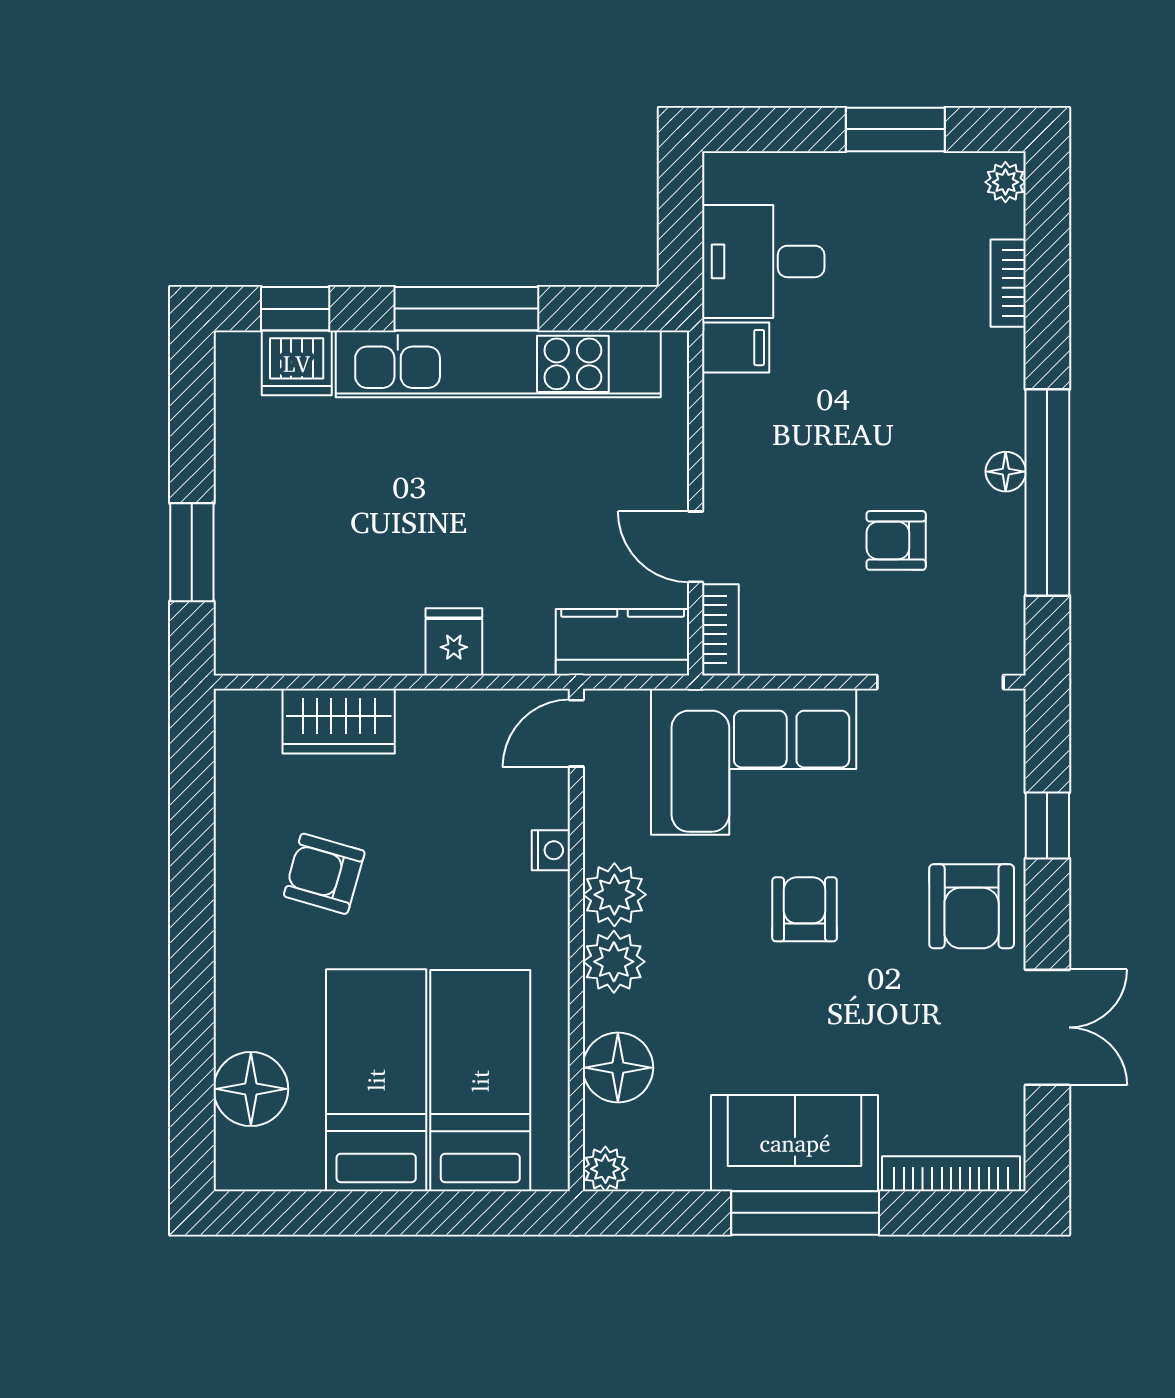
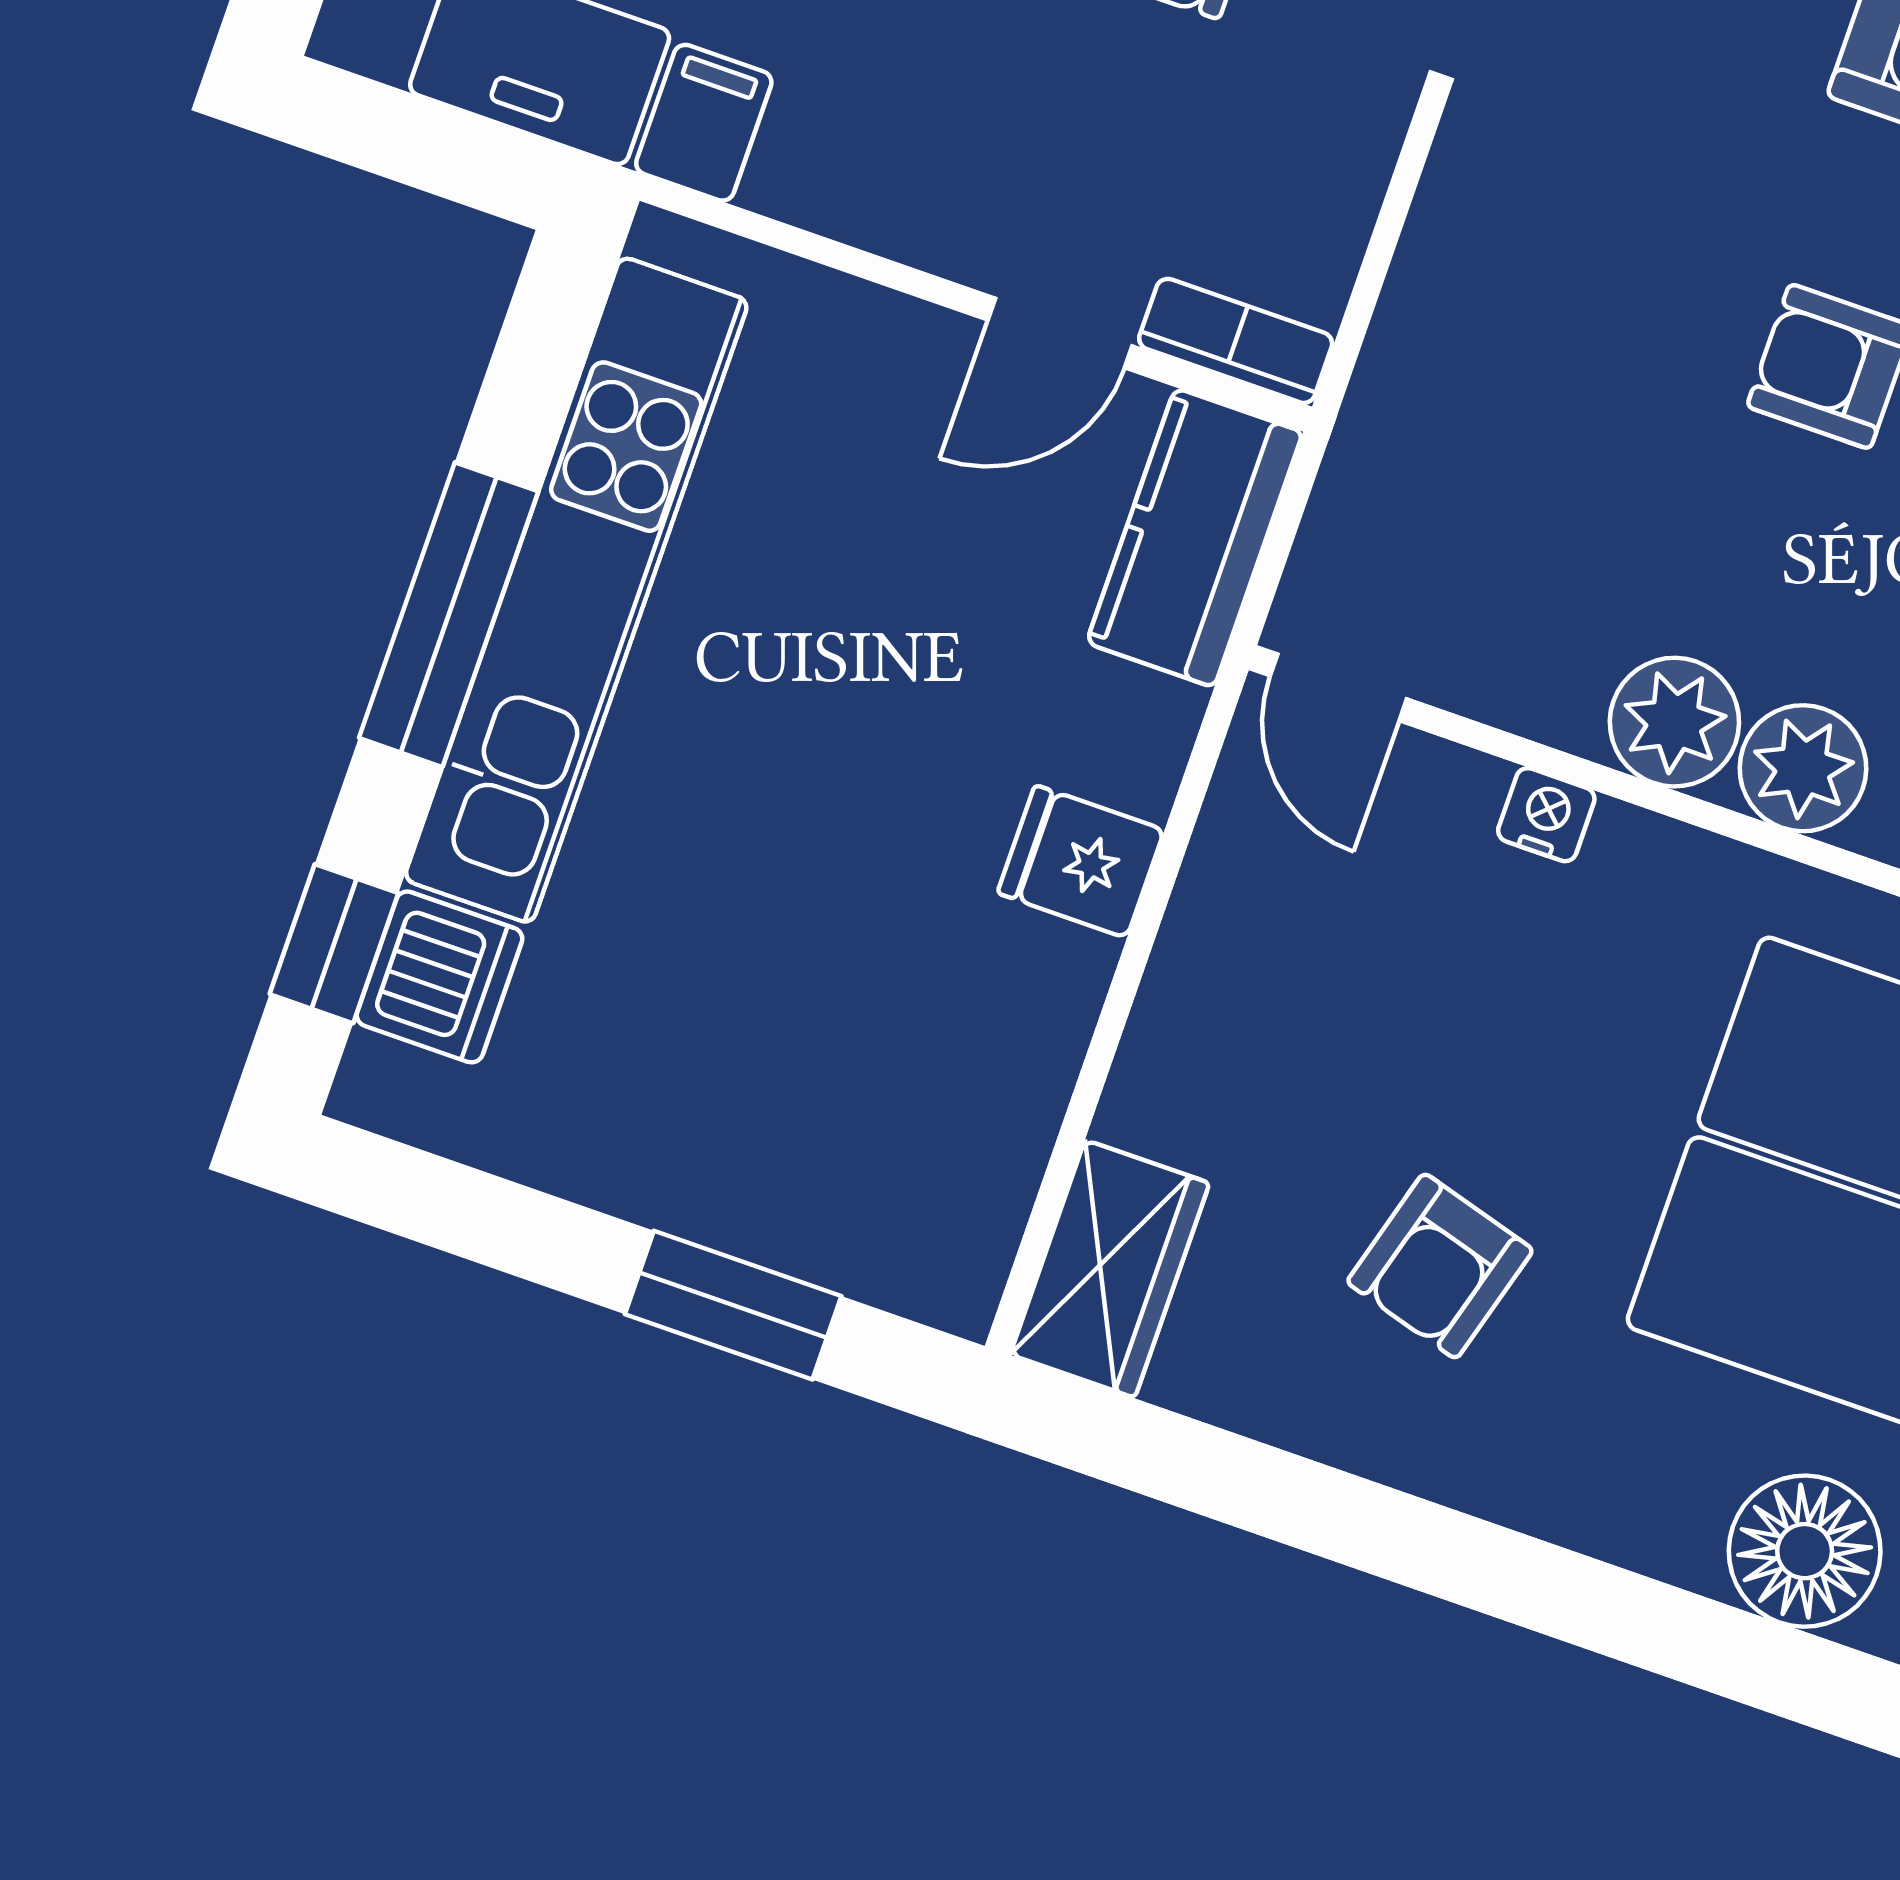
wardrobe: (339, 721) -> (1110, 1269), moved
corner sofa: (754, 762) -> (1512, 366), removed

